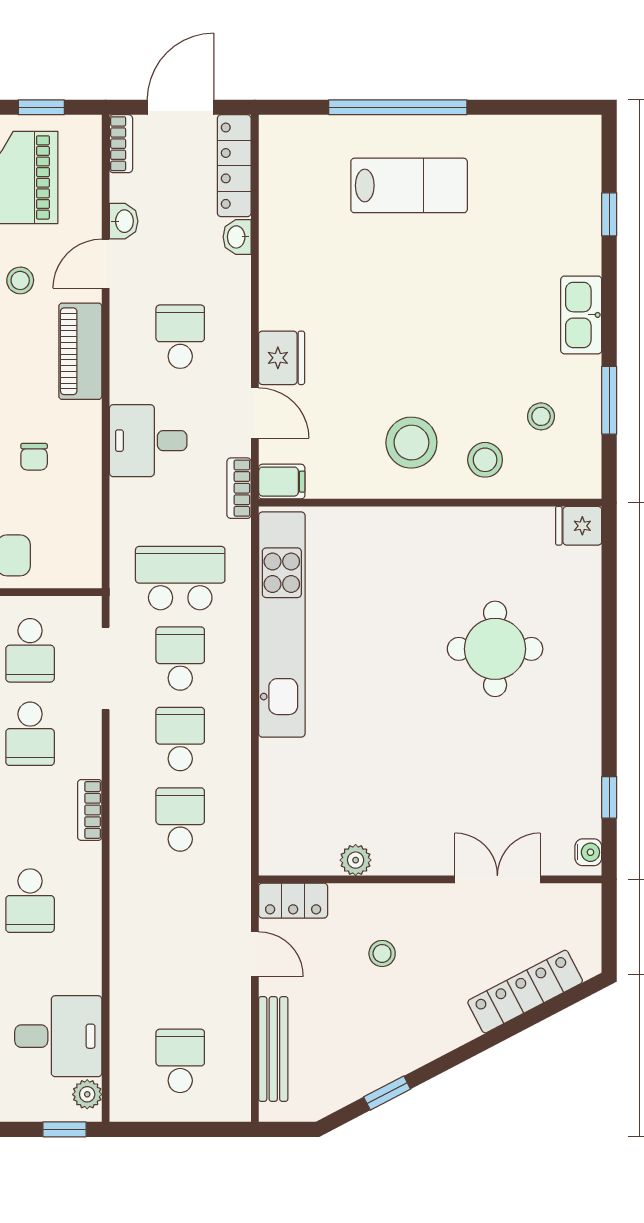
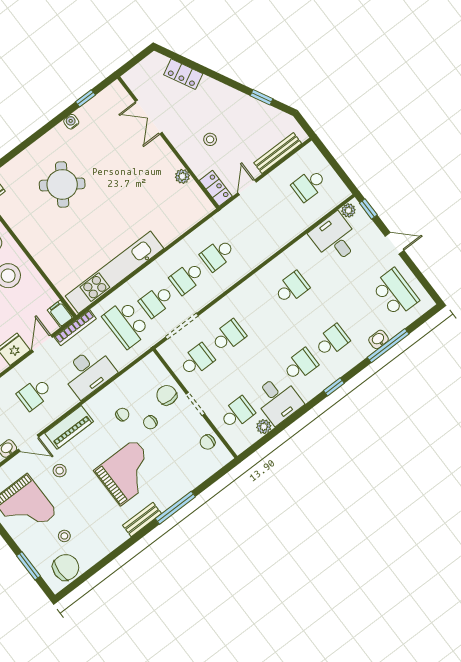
desk: (148, 441) -> (88, 372), width x1.37
bookcase: (239, 488) -> (75, 328), width x1.56
round table: (495, 649) -> (62, 184), turned 34
bookcase: (90, 810) -> (240, 292), removed
water cooler: (588, 852) -> (71, 122), moved
locker: (525, 992) -> (183, 74), width x0.66

